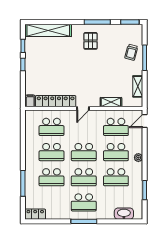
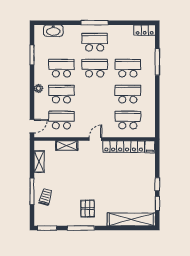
school desk: (84, 152) -> (95, 94), removed

